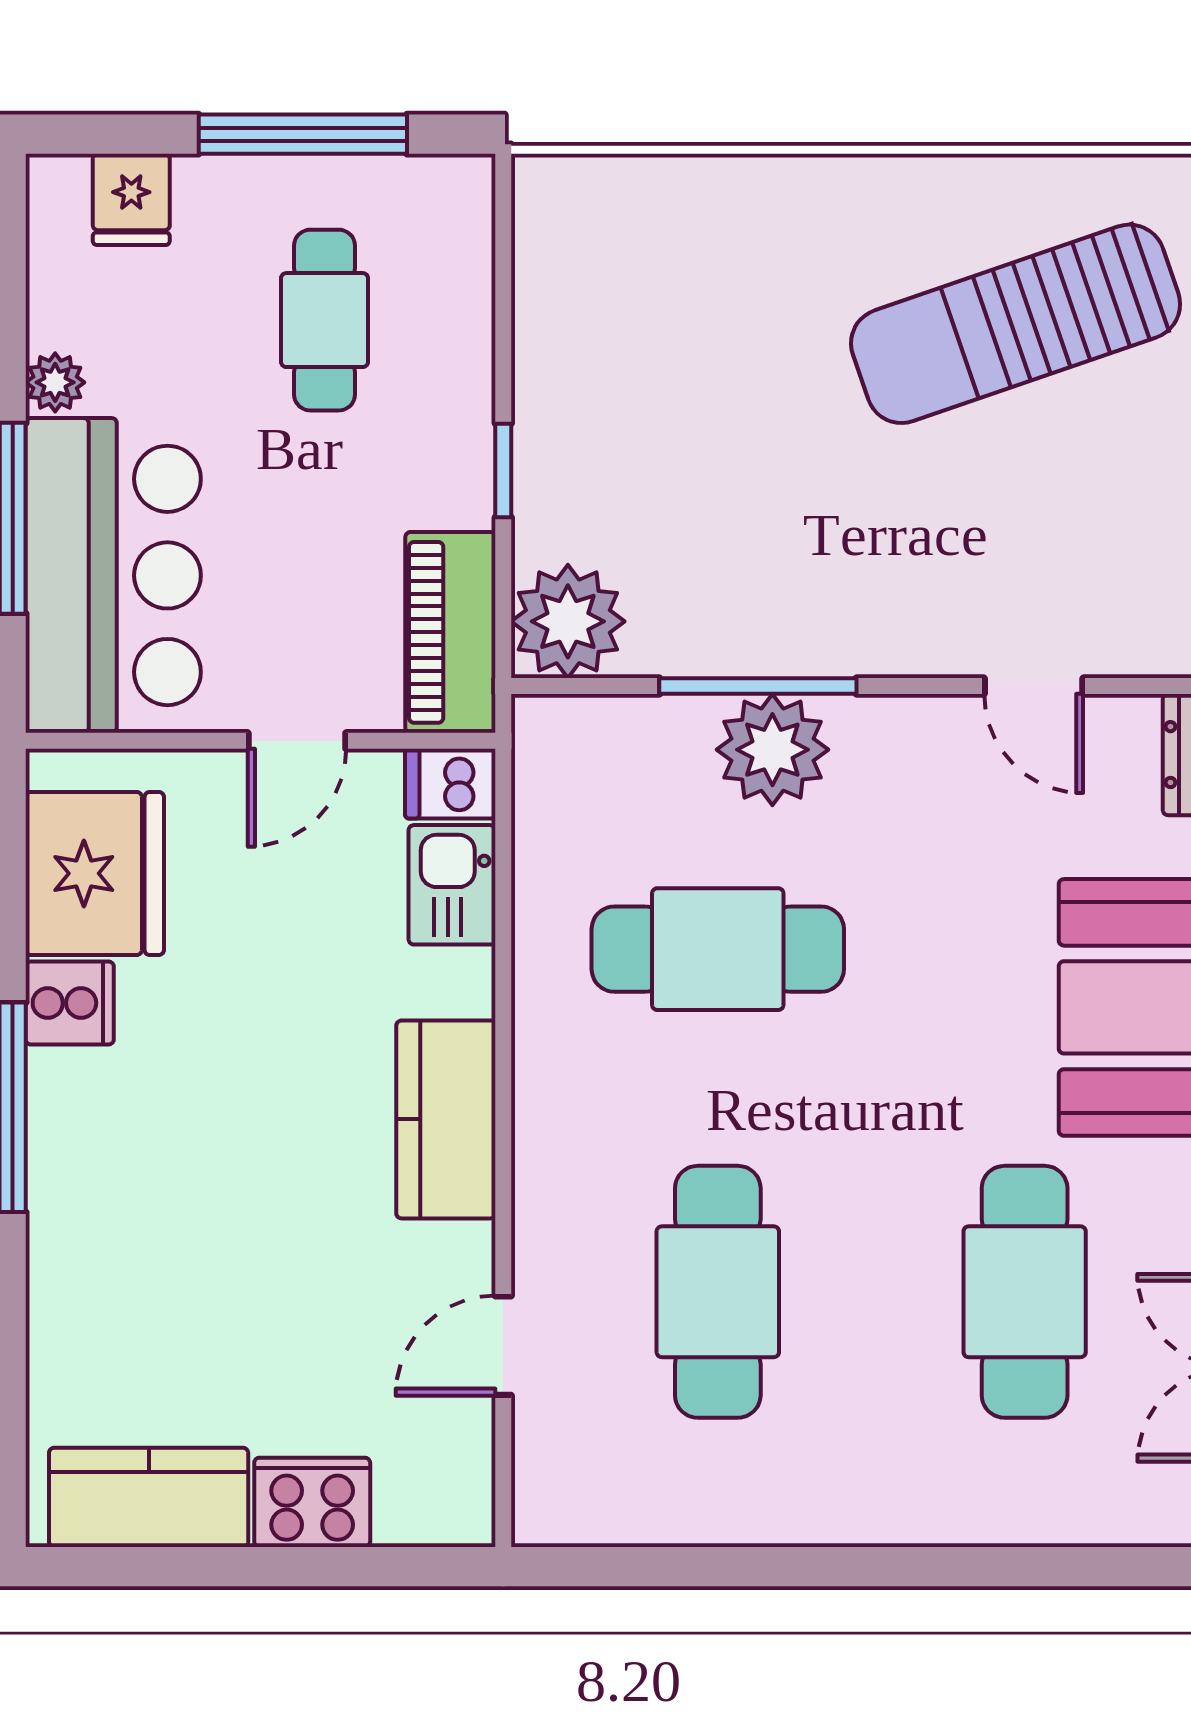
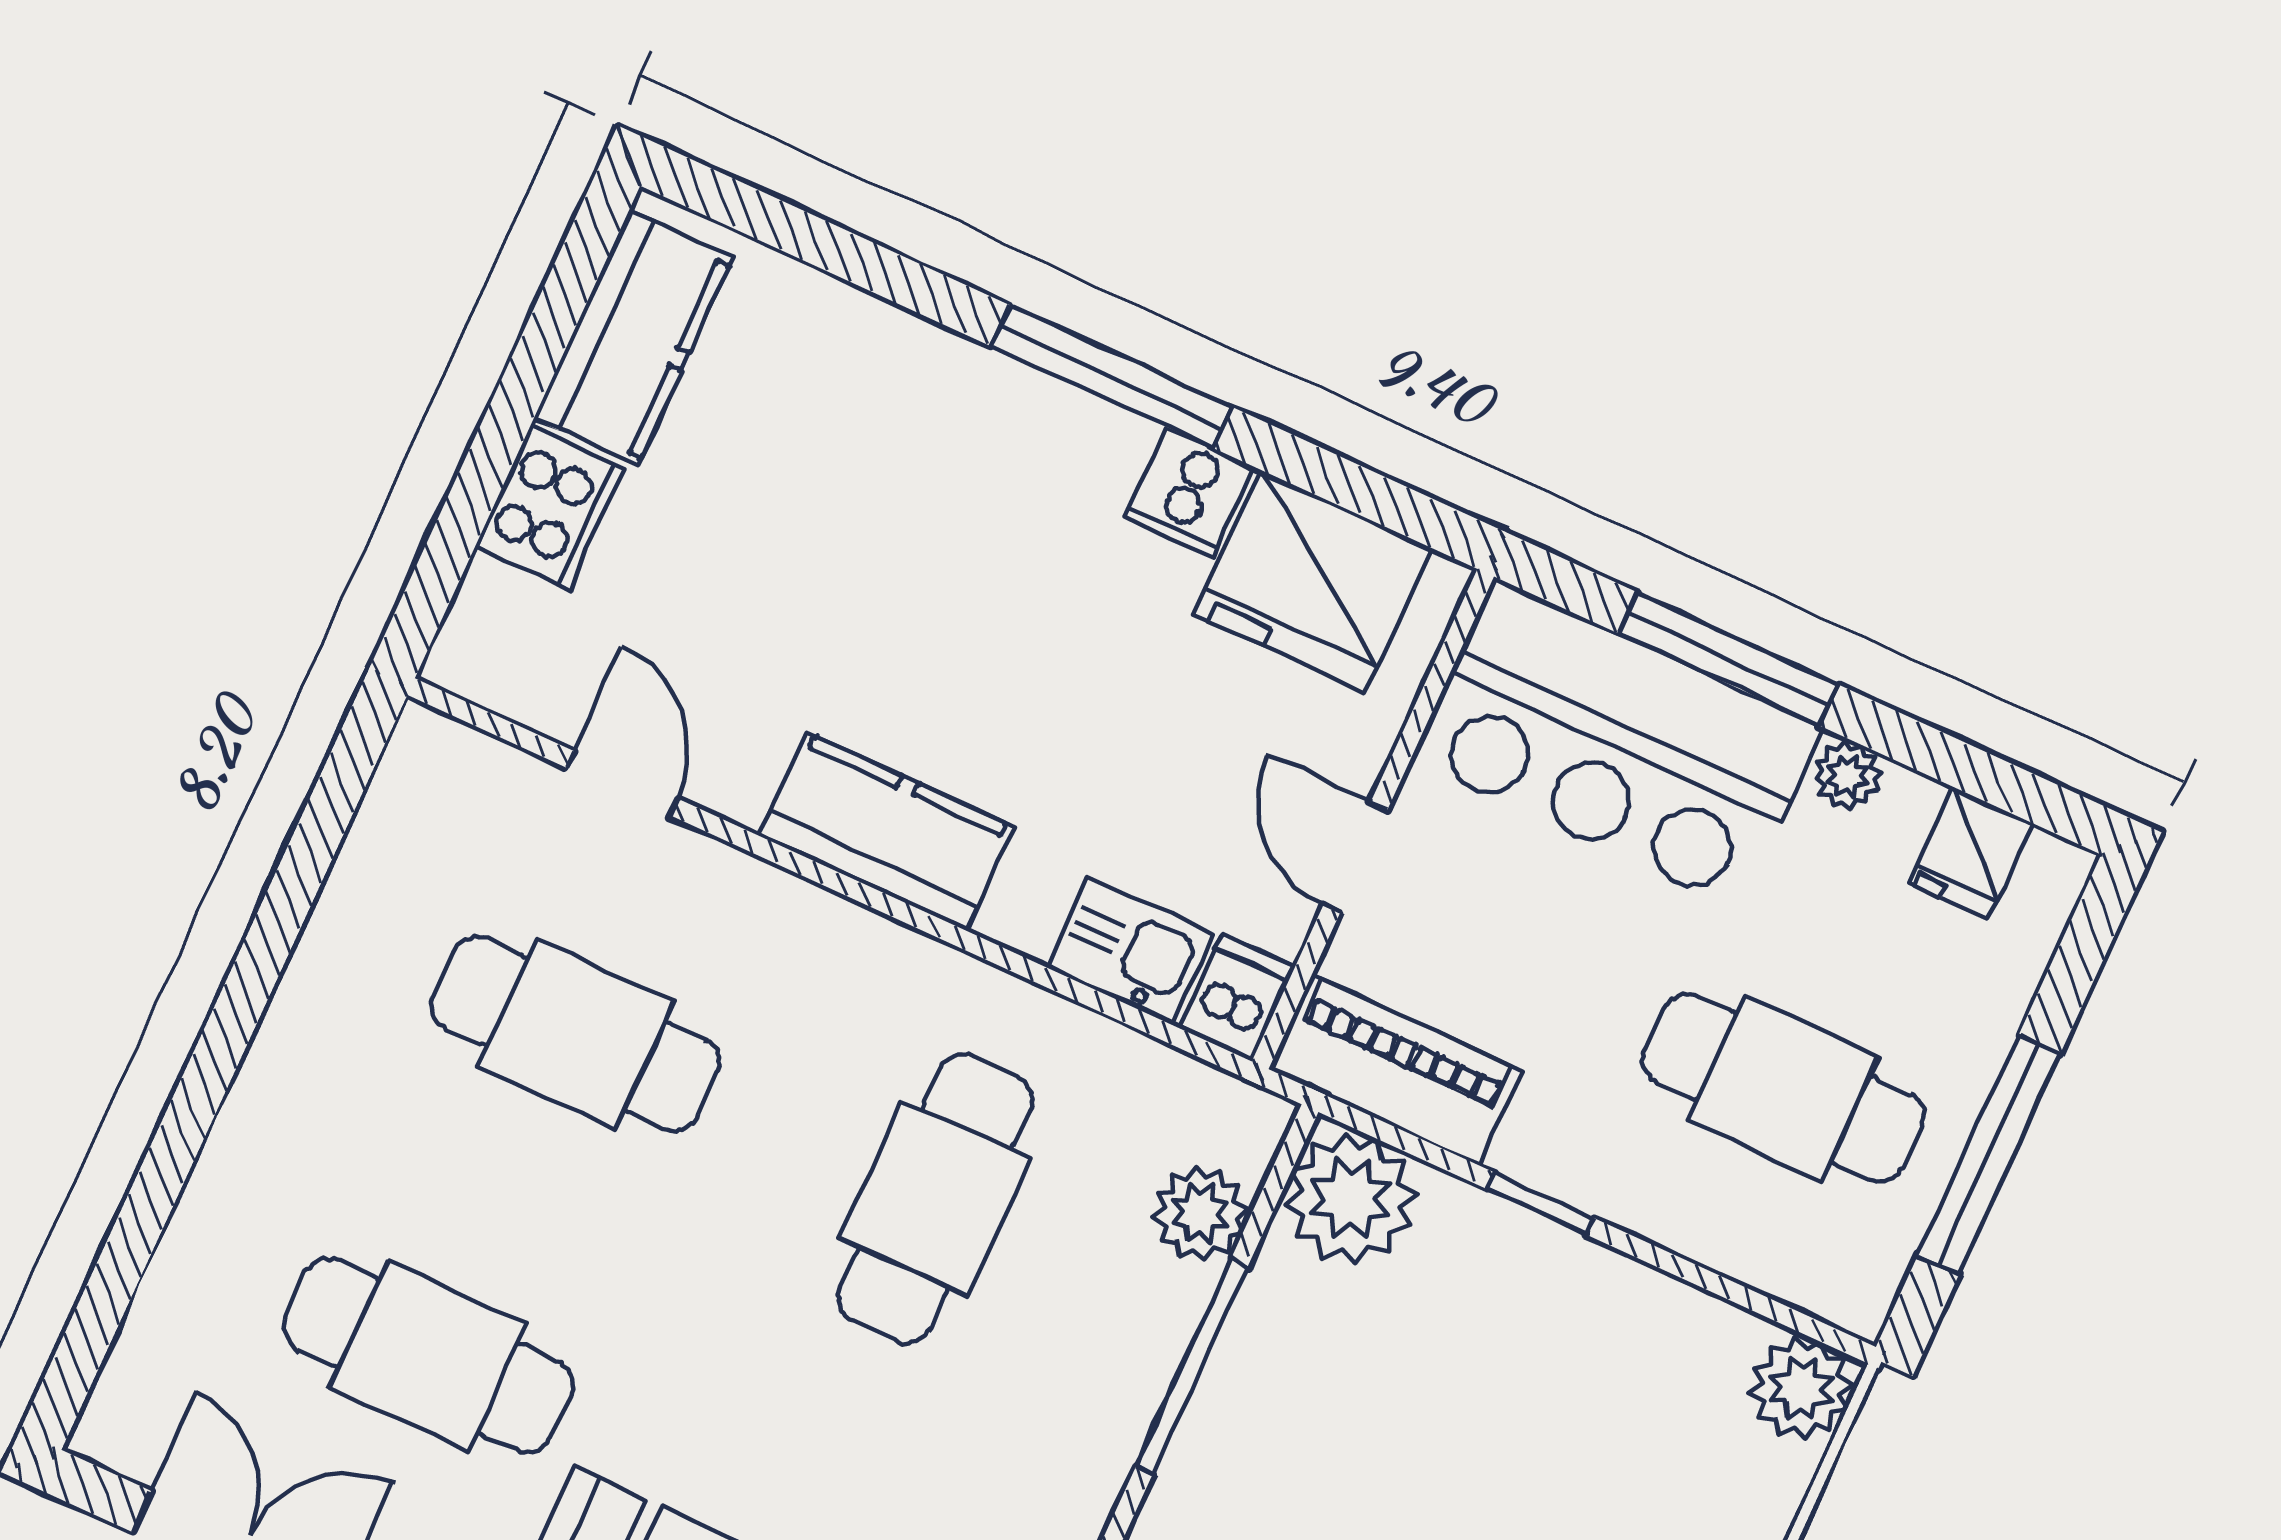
plant: (555, 198) -> (1801, 1389), added
fridge: (131, 199) -> (1971, 853), moved, turned -90
cafe table: (325, 320) -> (1783, 1088), width x1.37, depth x1.35
plant: (772, 750) -> (1200, 1214), moved, width x0.73, depth x0.73

